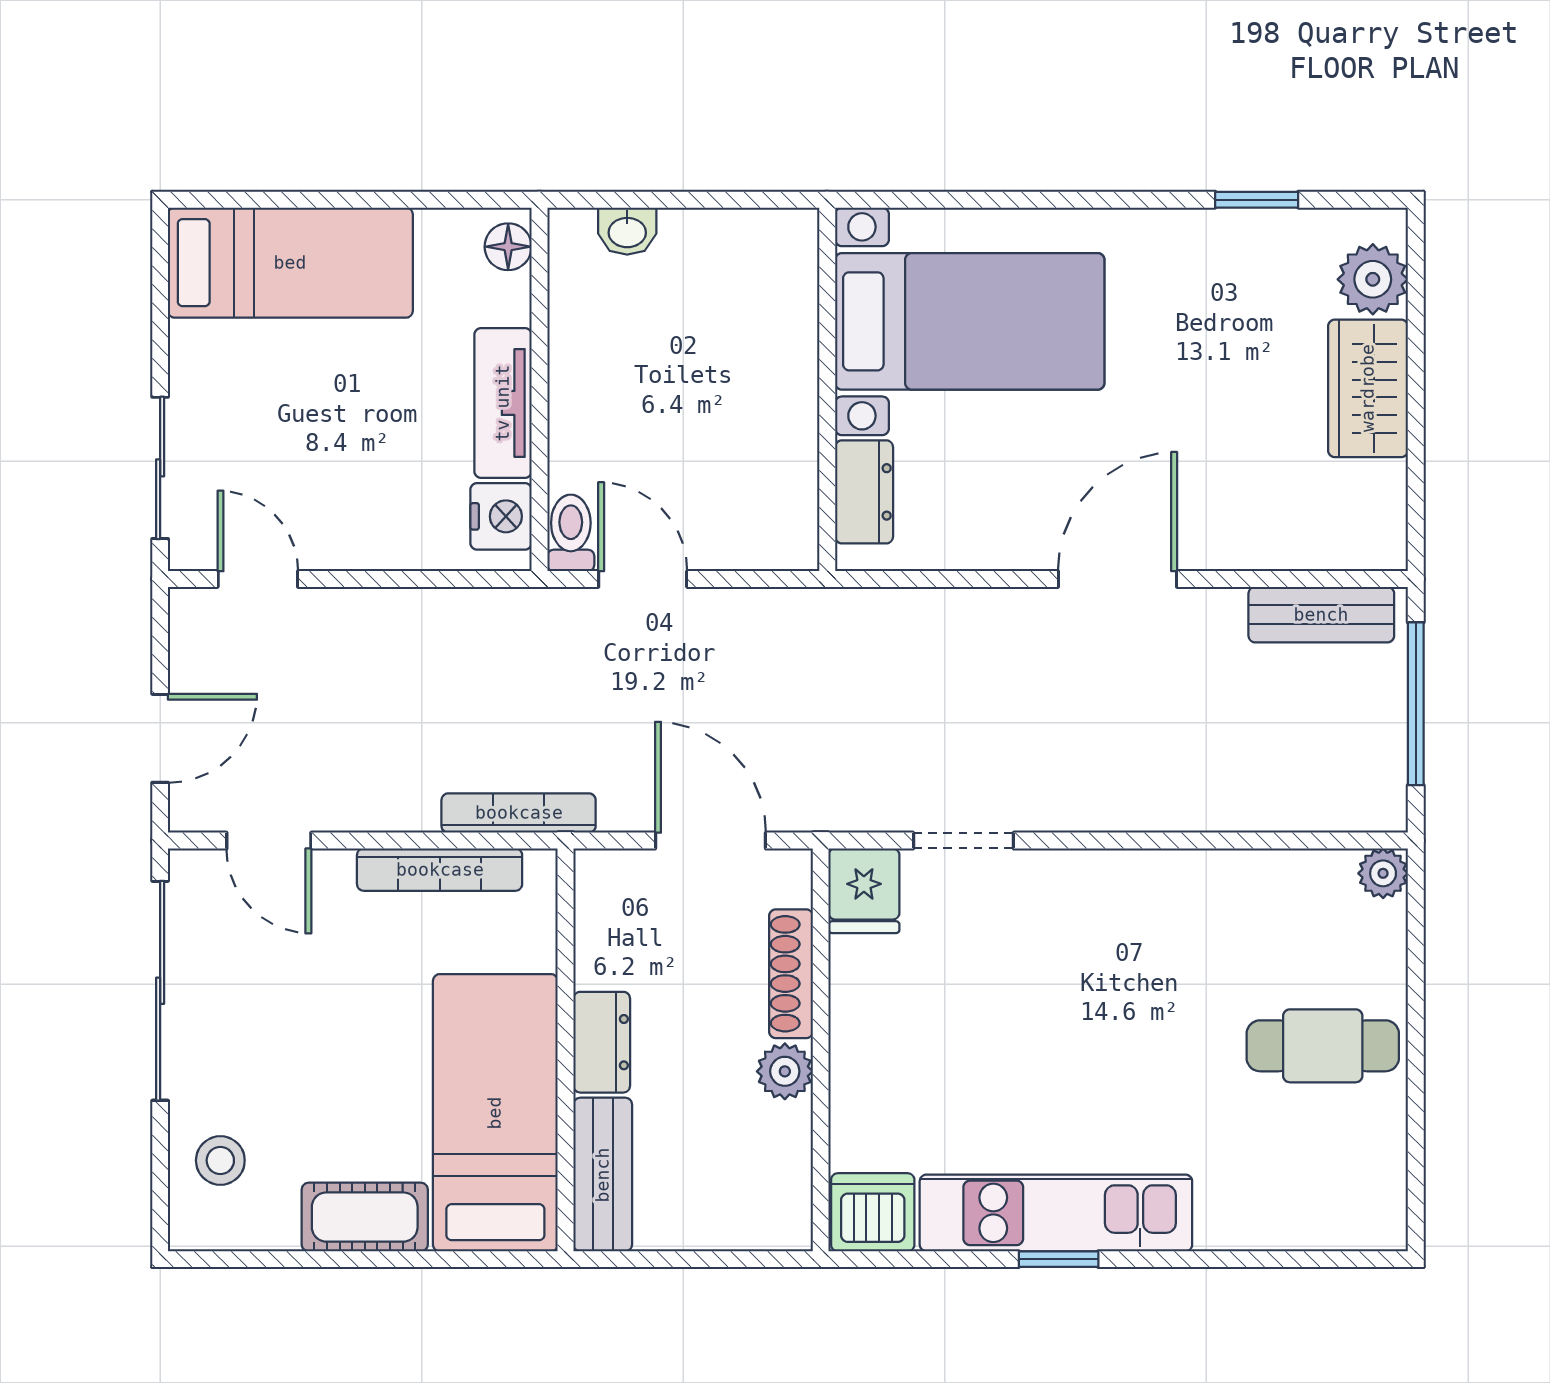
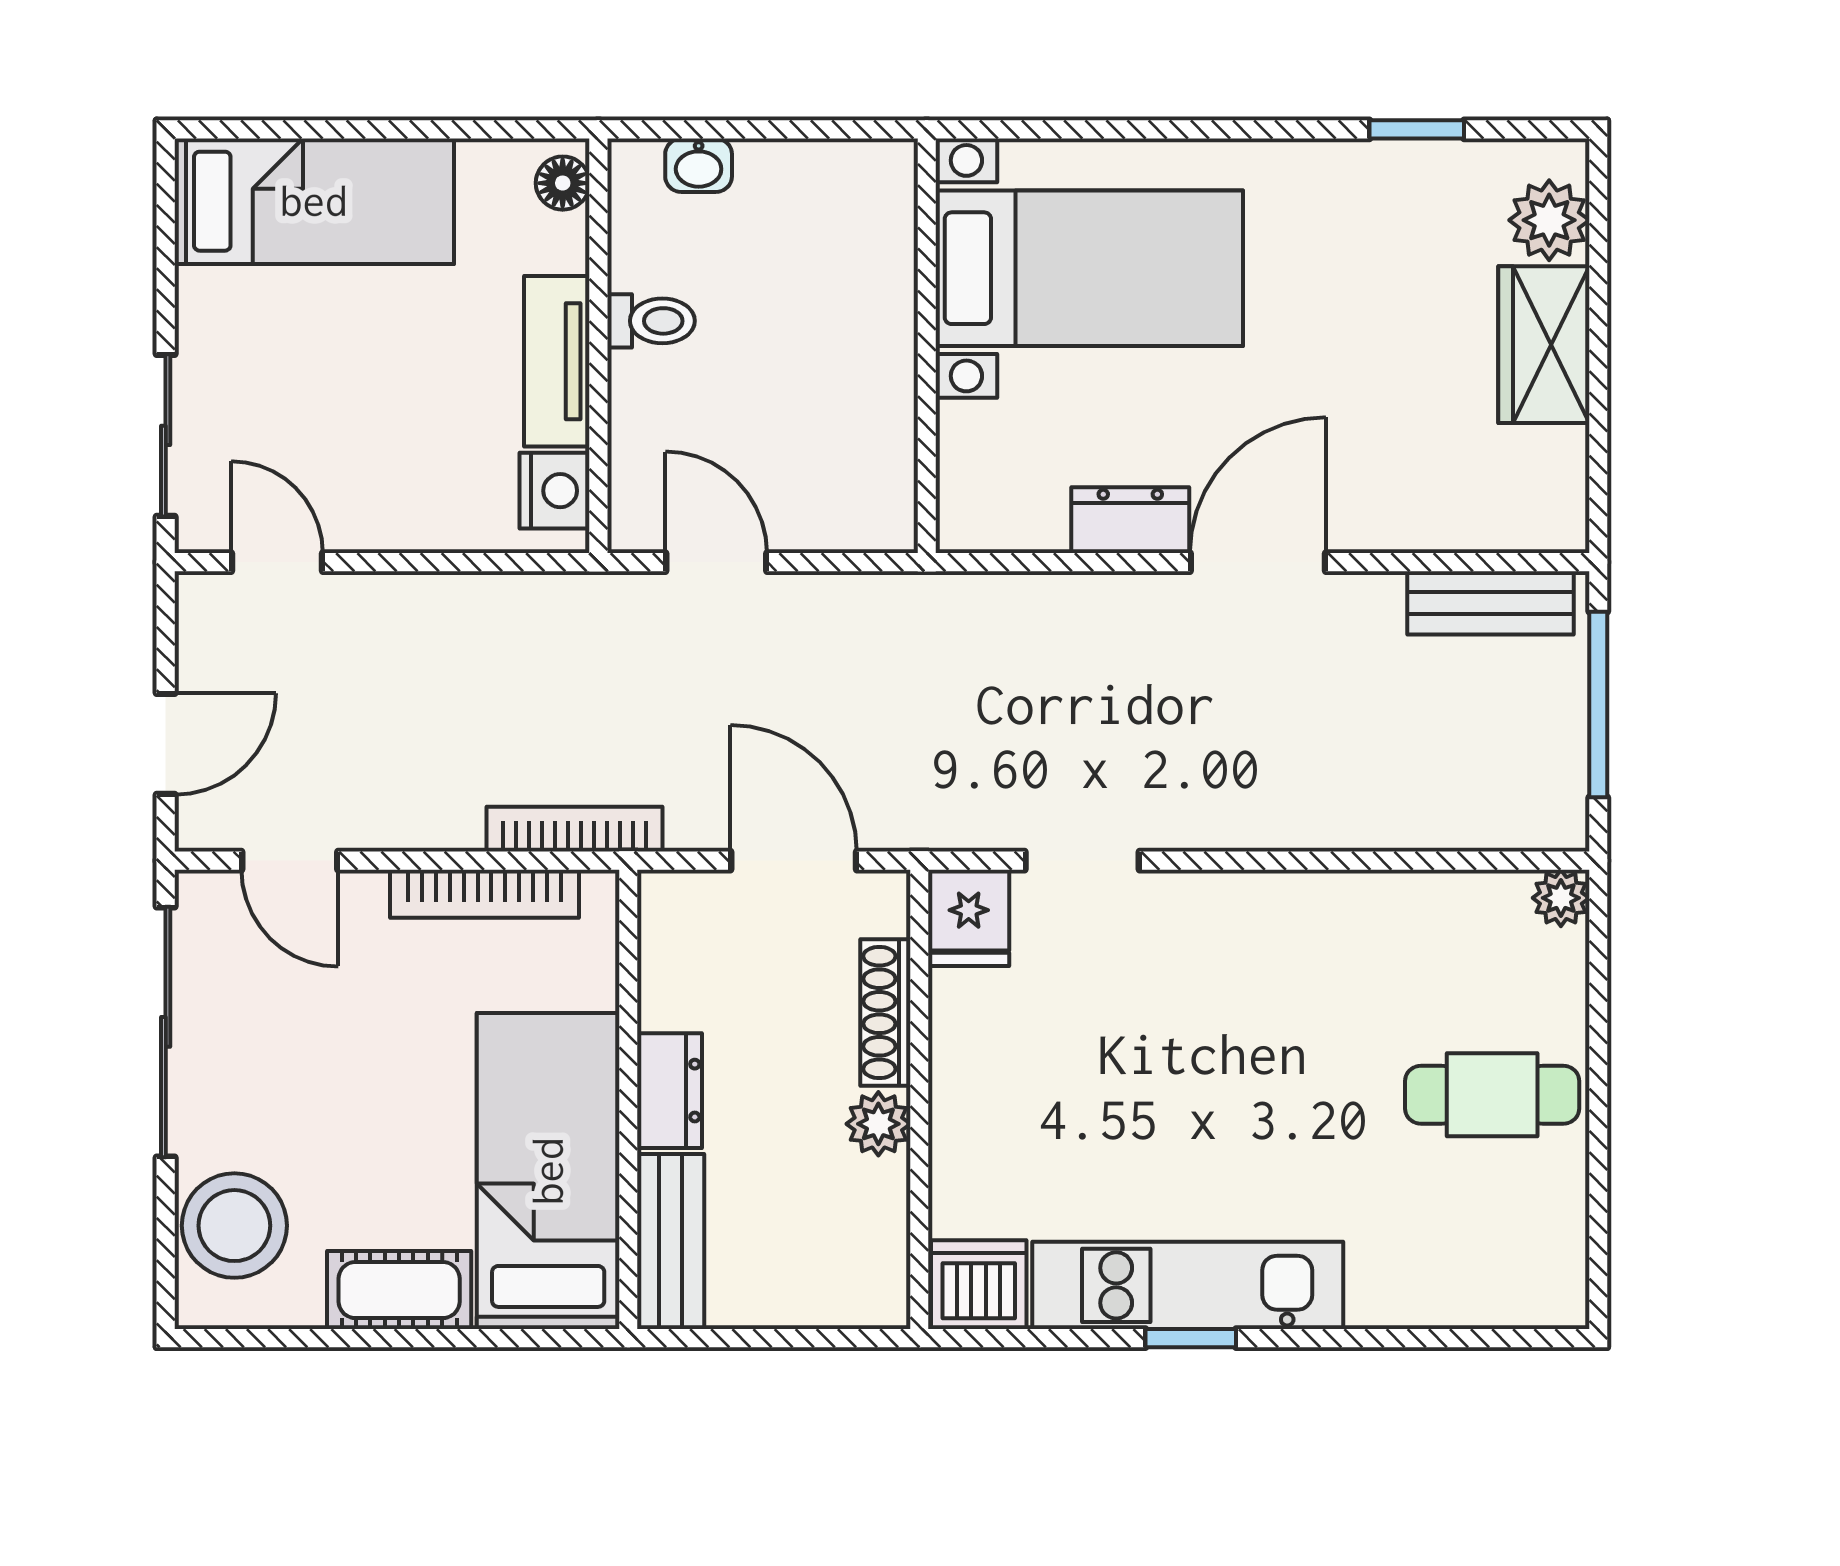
dresser: (864, 492) -> (1130, 520), moved, turned -90
toilet: (571, 533) -> (651, 321), moved, turned 90
stool: (220, 1160) -> (234, 1226), width x1.89, depth x1.89

